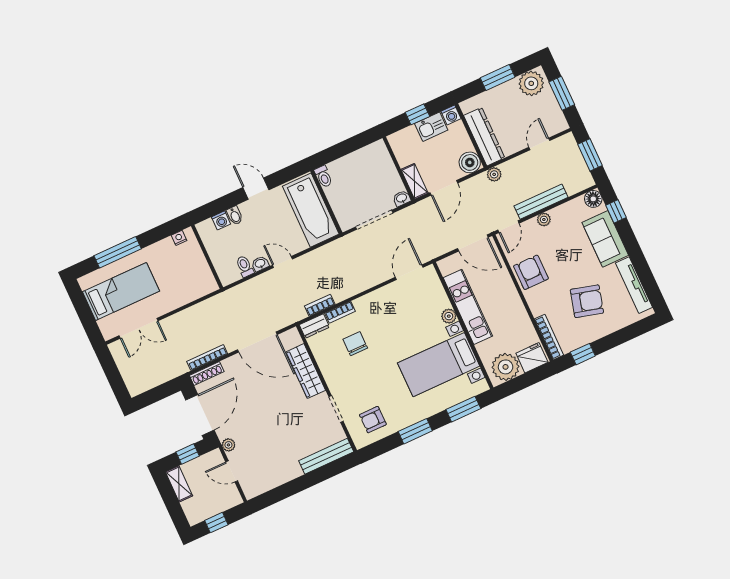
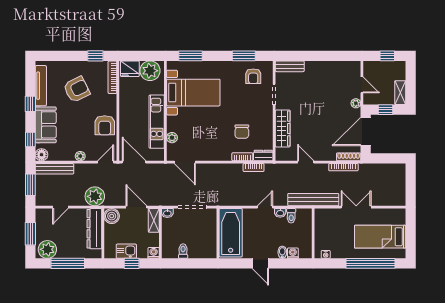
window: (498, 78) -> (68, 263), width x1.44
washing machine: (451, 115) -> (154, 253), moved
plant: (494, 174) -> (95, 196), width x1.88, depth x1.88
toilet: (323, 176) -> (183, 251), moved
door: (444, 188) -> (136, 207), hinge flipped
bench: (541, 202) -> (54, 169), moved
window: (118, 252) -> (370, 263), width x1.46
window: (637, 256) -> (30, 104), added
door: (282, 262) -> (265, 207), swing flipped
door: (409, 272) -> (185, 162), hinge flipped
bench: (226, 299) -> (313, 200), added
armchair: (587, 301) -> (77, 89), turned 139
plant: (449, 316) -> (172, 138), moved
double door: (138, 328) -> (356, 207), moved
door: (257, 342) -> (306, 162), width x0.53
armchair: (373, 420) -> (253, 76), turned 90
window: (415, 431) -> (244, 56), moved
bench: (326, 456) -> (290, 66), width x0.73

